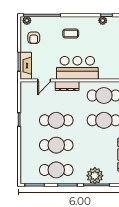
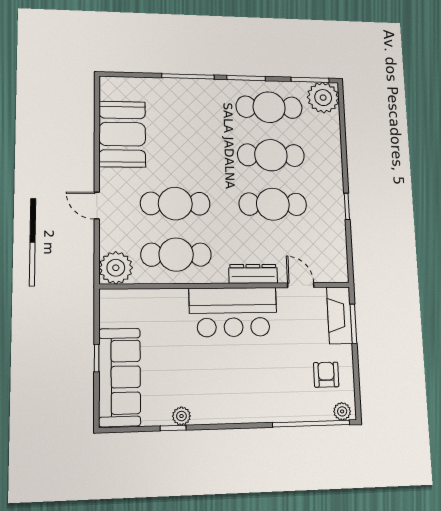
coffee table: (71, 34) -> (249, 385), removed
door: (44, 80) -> (301, 285), hinge flipped
plant: (95, 176) -> (323, 98), moved

